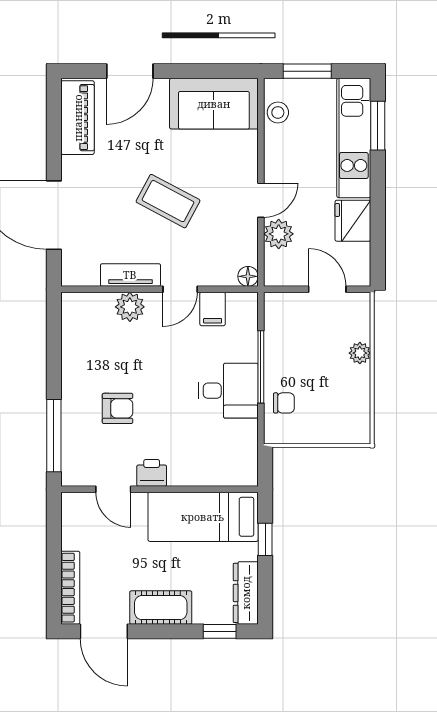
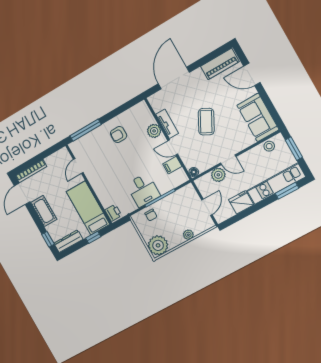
armchair: (117, 408) -> (119, 135), moved, turned 90
plant: (349, 422) -> (158, 245), added
printer: (152, 473) -> (113, 213), moved

